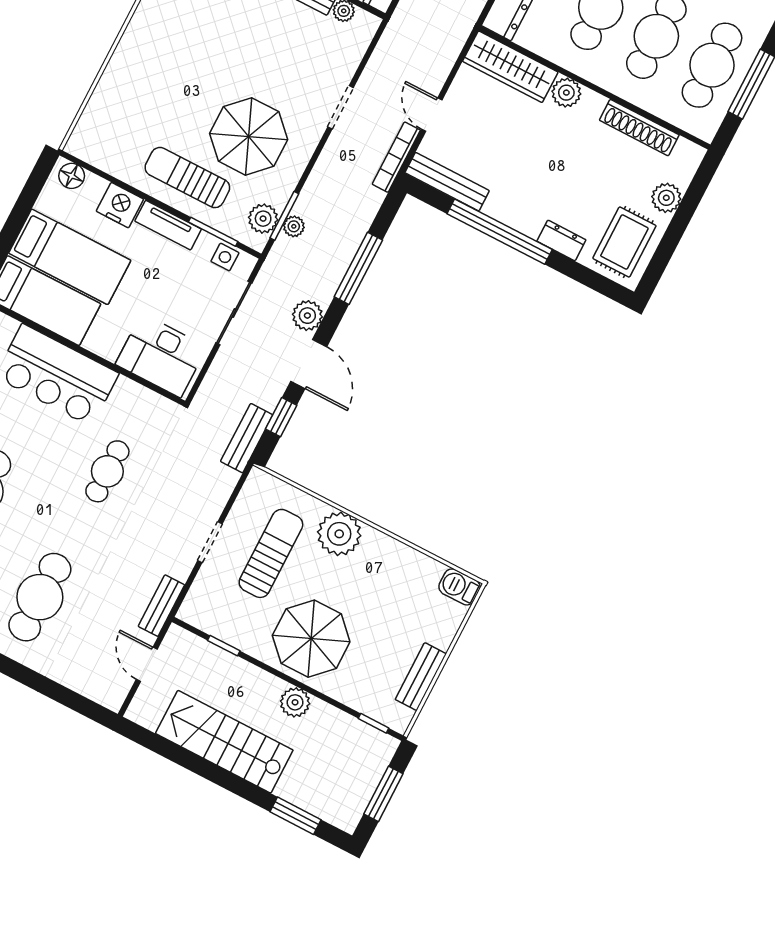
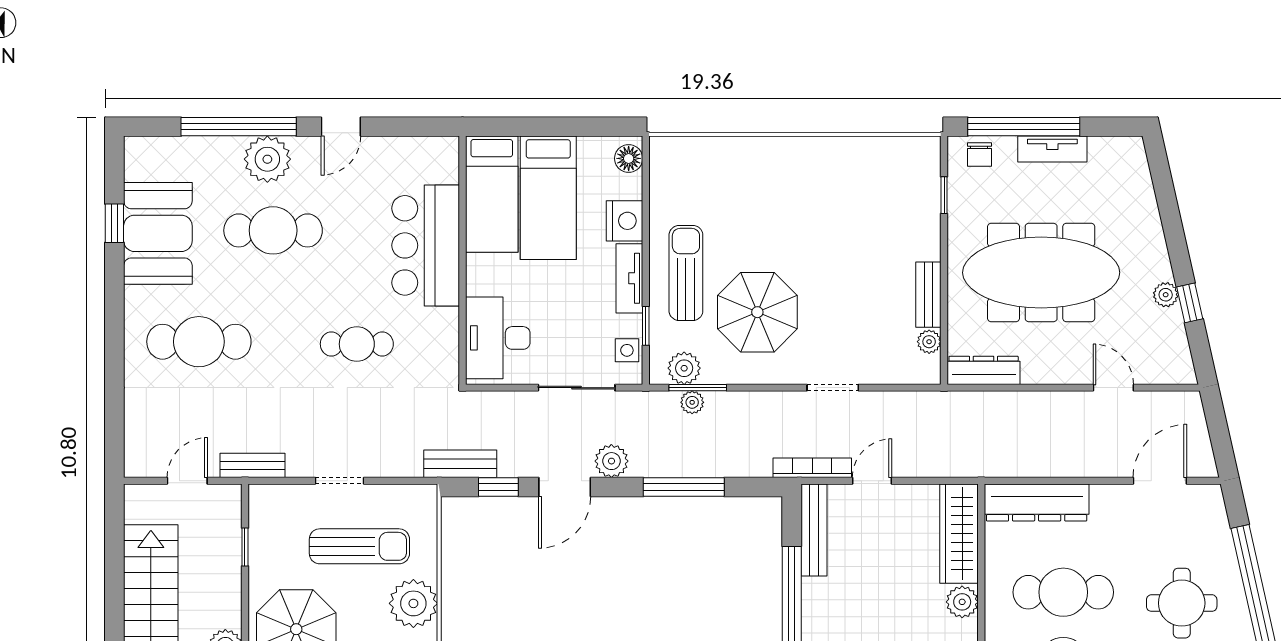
window: (213, 232) -> (646, 326), width x0.67

